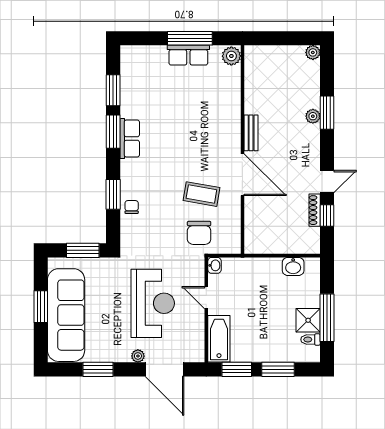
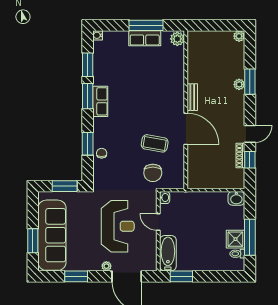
water cooler: (126, 51) -> (98, 35), added
washbasin: (293, 266) -> (236, 198), moved
window: (41, 307) -> (33, 241), moved
window: (278, 369) -> (213, 276), removed

